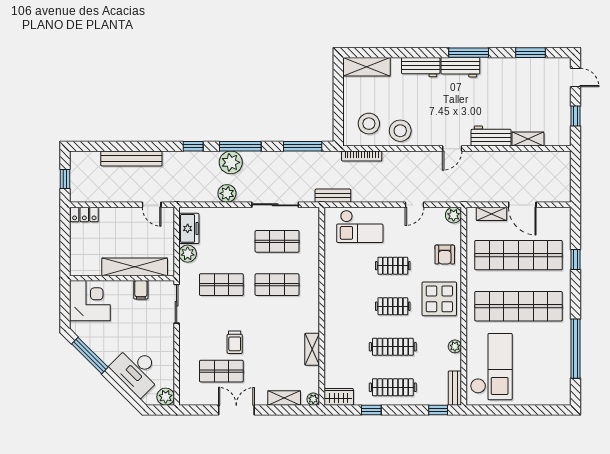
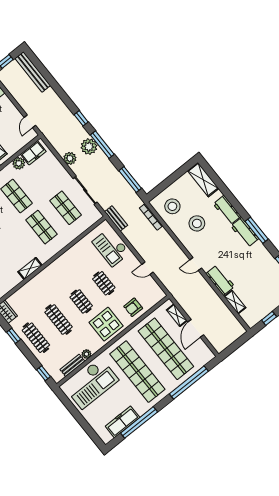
stool: (400, 131) -> (197, 223), moved
bench: (131, 159) -> (33, 72), moved
plant: (454, 215) -> (159, 295), removed
window: (575, 259) -> (189, 383), width x3.17
shelving: (312, 349) -> (30, 269), moved
freezer: (560, 366) -> (122, 422), added
bench: (455, 388) -> (72, 365), moved

